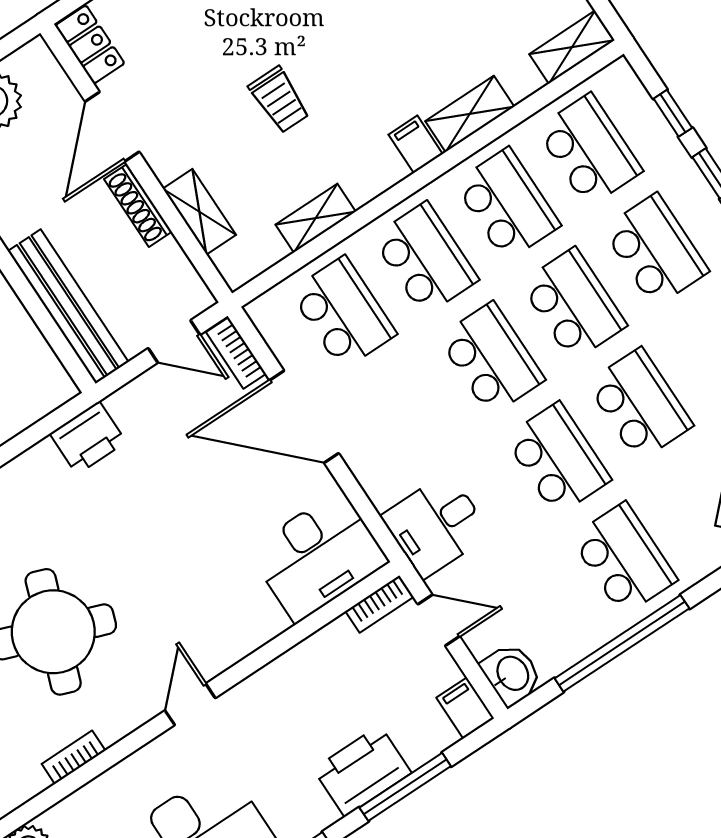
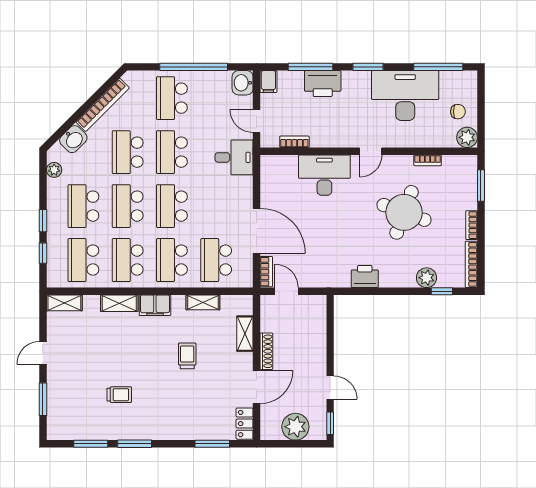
filing cabinet: (416, 144) -> (155, 305), width x2.00
bench: (68, 307) -> (318, 331), removed
printer: (88, 438) -> (365, 277), moved
desk: (318, 556) -> (324, 175), moved
bookcase: (379, 604) -> (294, 142), moved

